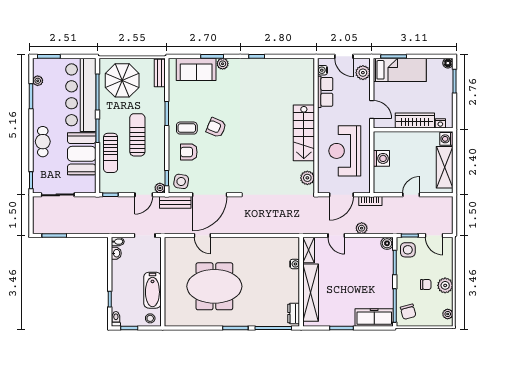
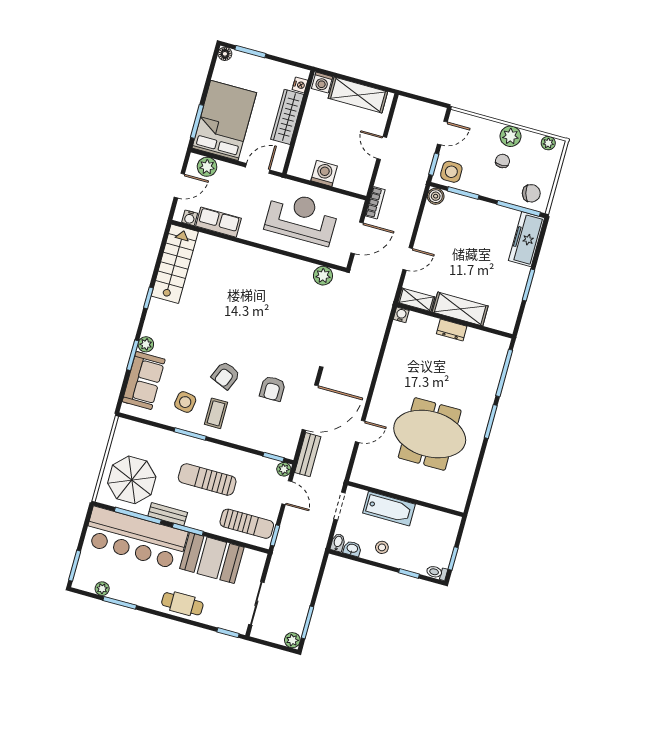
bed: (400, 70) -> (224, 120), width x1.50
bench: (160, 73) -> (168, 514), moved
stairs: (304, 133) -> (175, 264), moved, turned -90
reception desk: (345, 151) -> (302, 218), turned 180
armchair: (189, 152) -> (272, 389), moved
sun lounger: (111, 153) -> (247, 524), moved
side table: (181, 181) -> (185, 402), moved
door: (210, 195) -> (310, 408), hinge flipped
door: (341, 195) -> (357, 238), hinge flipped
plant: (362, 228) -> (292, 640), moved
water cooler: (295, 264) -> (401, 315), moved
meeting table: (214, 286) -> (430, 434), turned 90
bathtub: (152, 290) -> (389, 509), moved
shelving: (311, 293) -> (460, 309), width x0.68
dresser: (294, 314) -> (452, 330), moved
stool: (150, 318) -> (382, 547), moved

